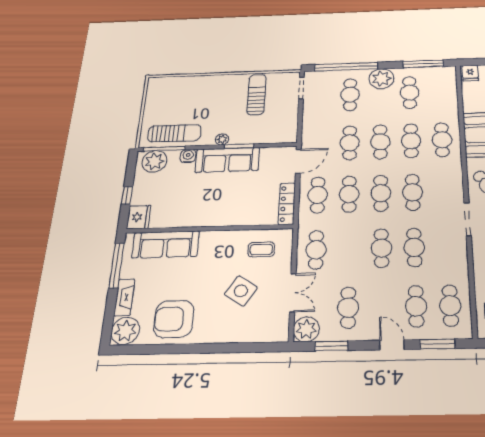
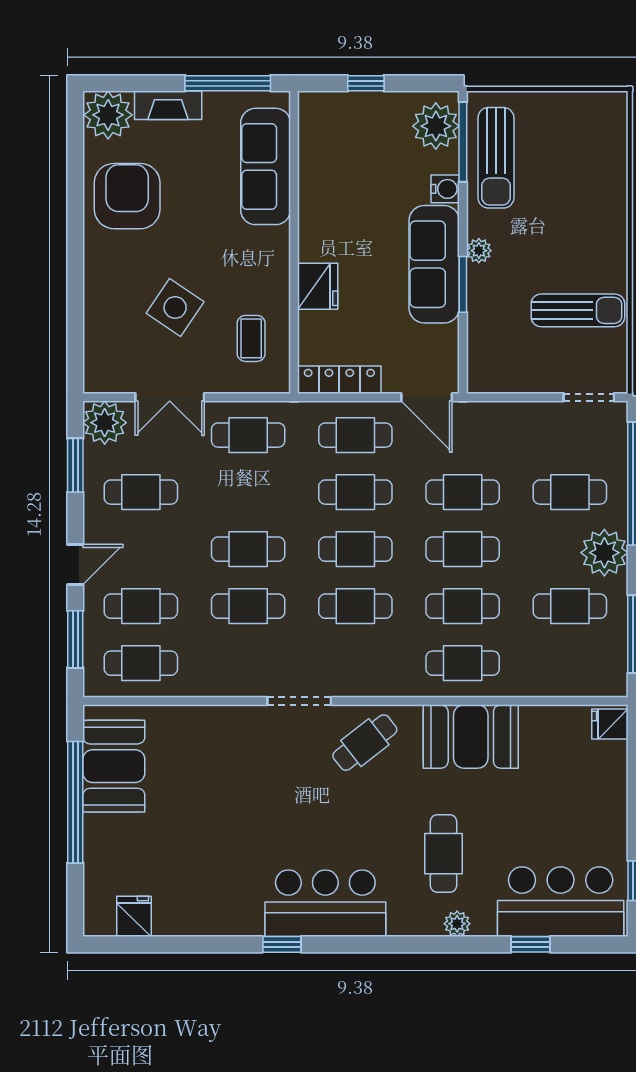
fridge: (139, 217) -> (318, 286), moved, turned -90

